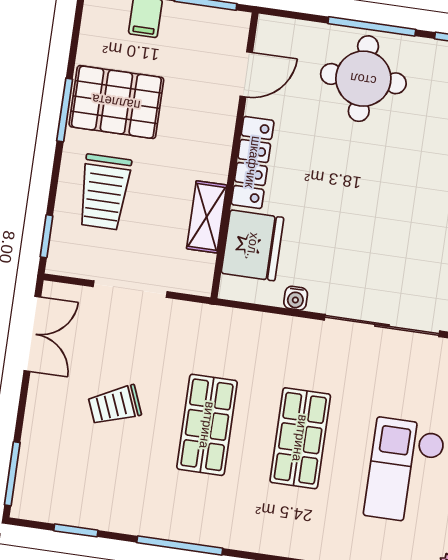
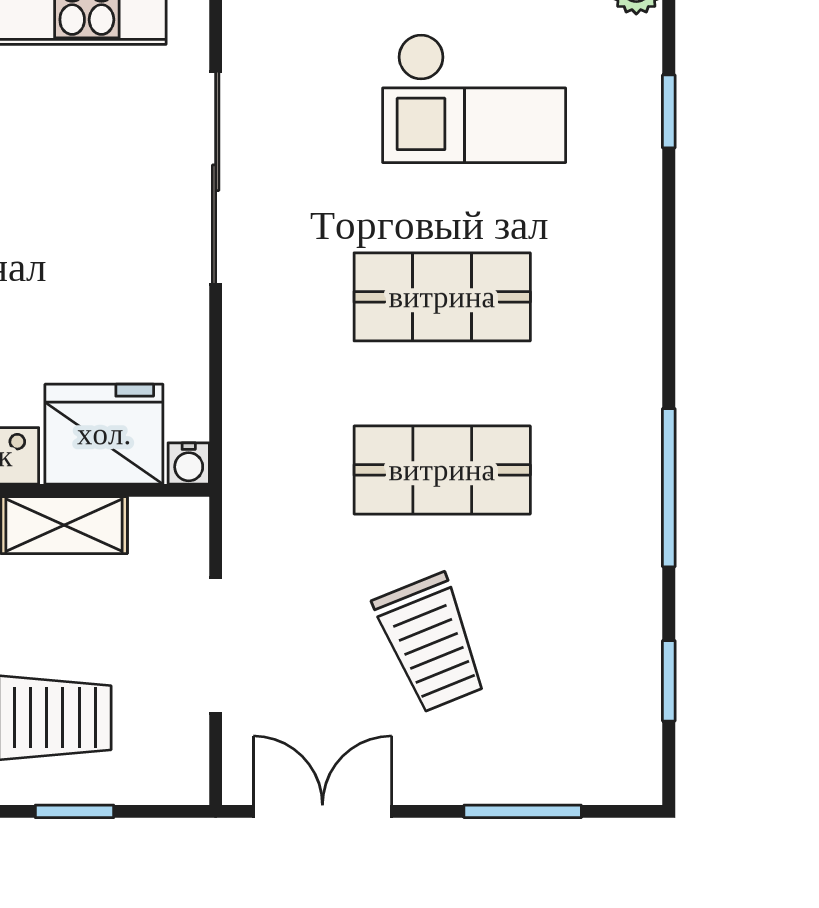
window: (46, 236) -> (74, 811), moved
water cooler: (296, 298) -> (189, 463), moved, turned 90
trolley: (115, 405) -> (431, 643), width x1.36, depth x1.39
window: (12, 474) -> (523, 811), moved

